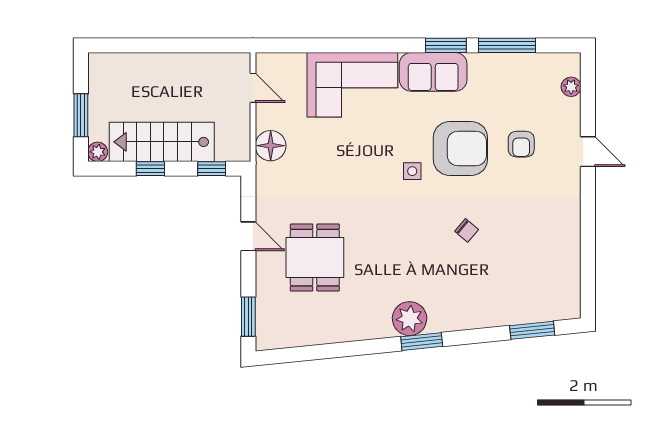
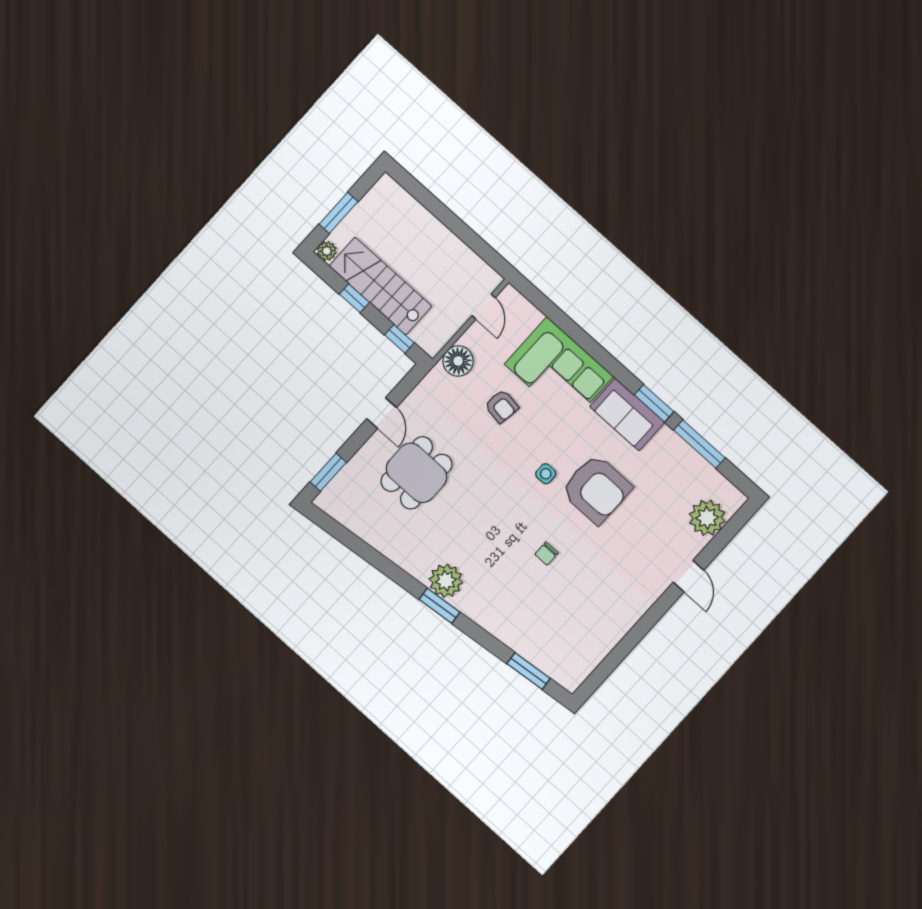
plant: (571, 87) -> (707, 518), width x1.88, depth x1.88
armchair: (521, 144) -> (502, 406), moved, turned -82
chair: (467, 230) -> (547, 554), turned 50

